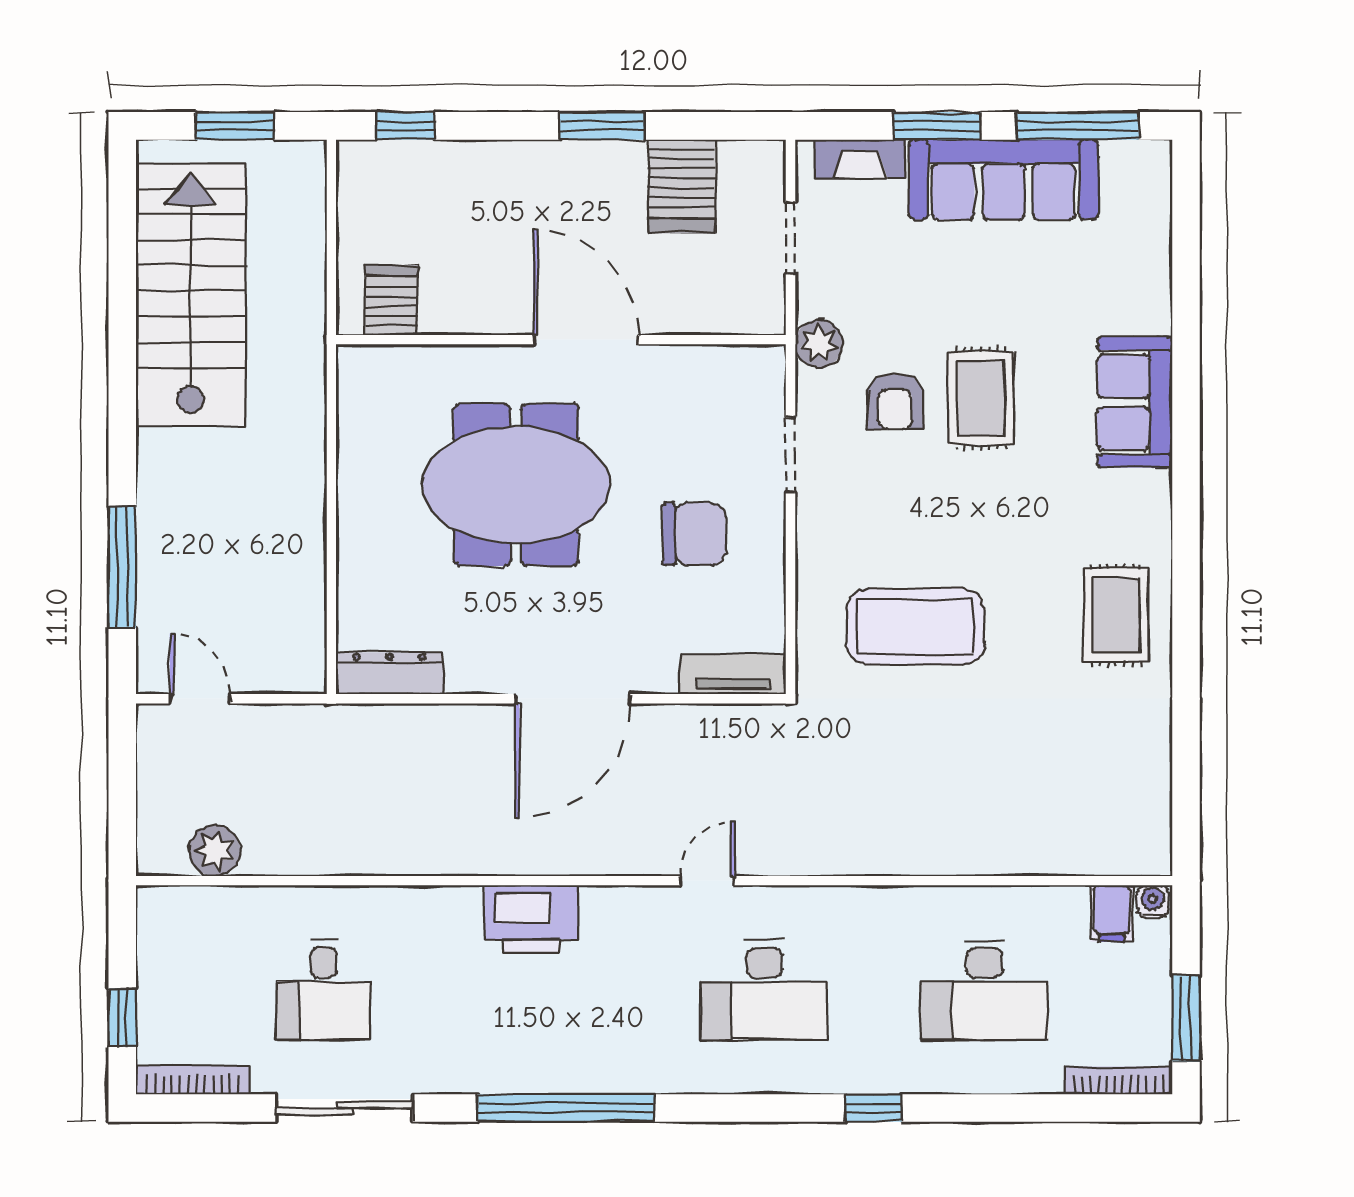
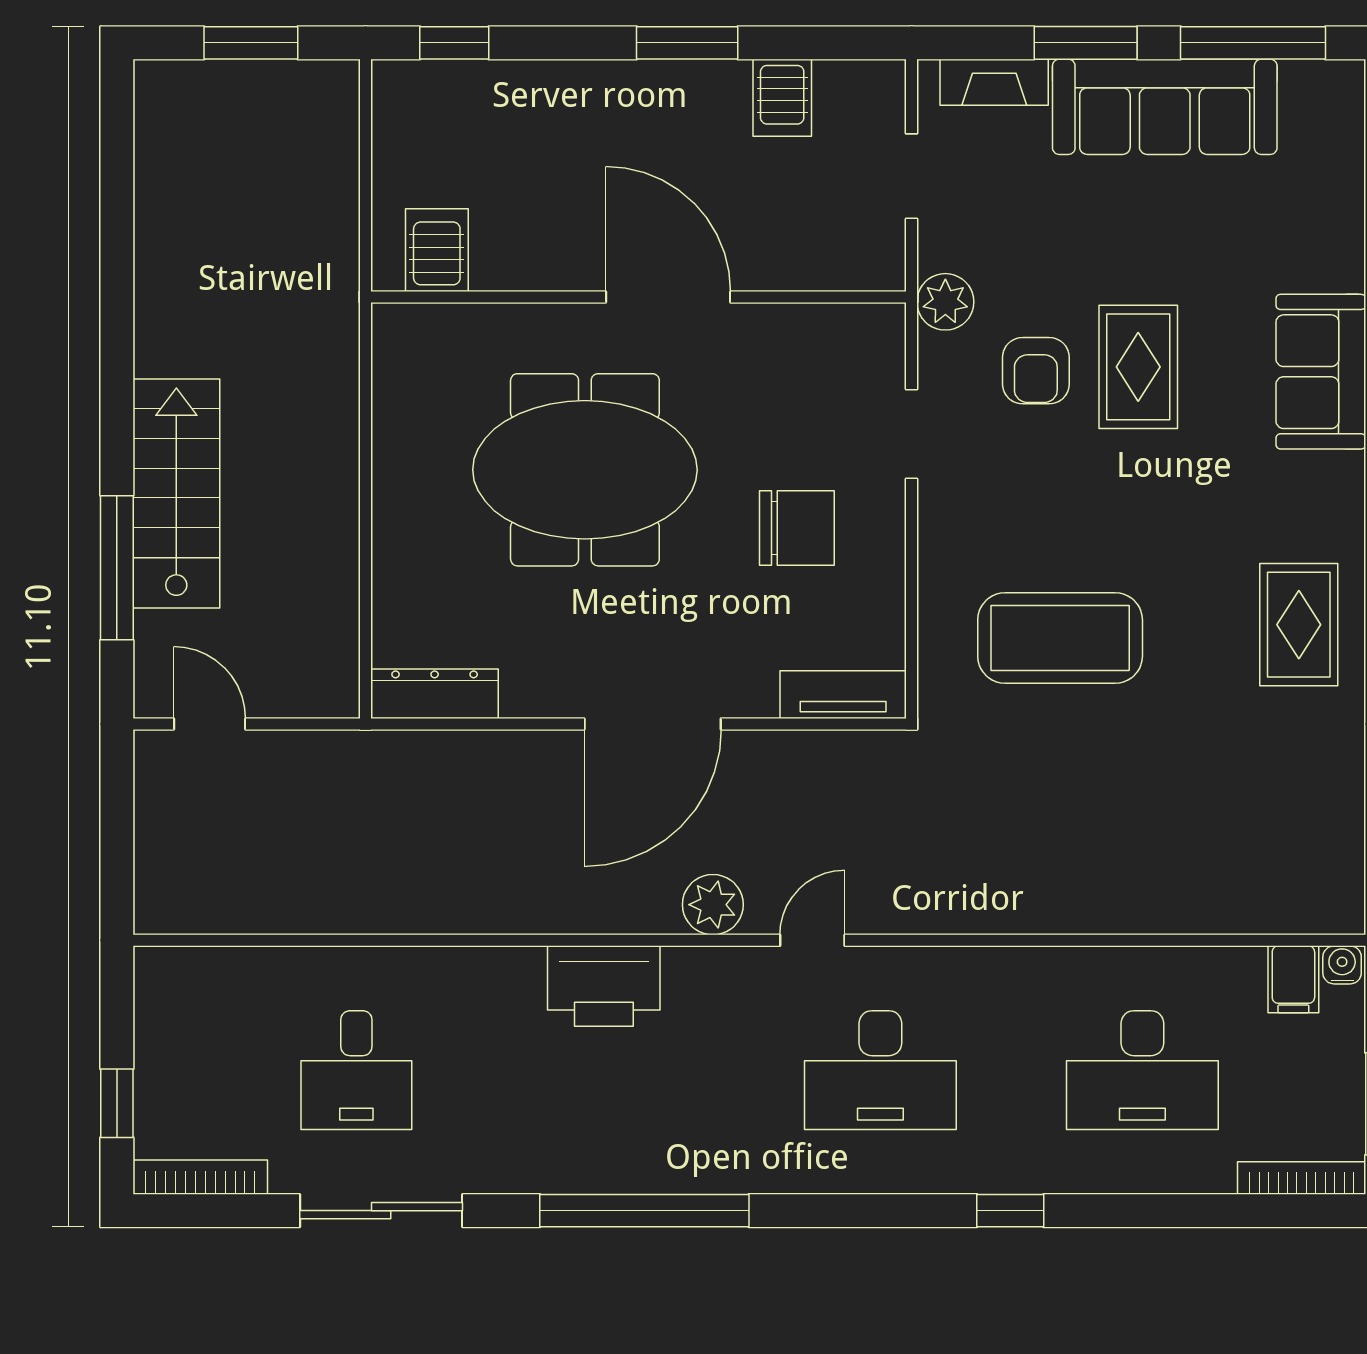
server rack: (682, 186) -> (782, 98), width x0.73, depth x0.70
stairs: (191, 294) -> (176, 493), moved, width x0.73, depth x0.66
plant: (215, 851) -> (713, 905), moved

